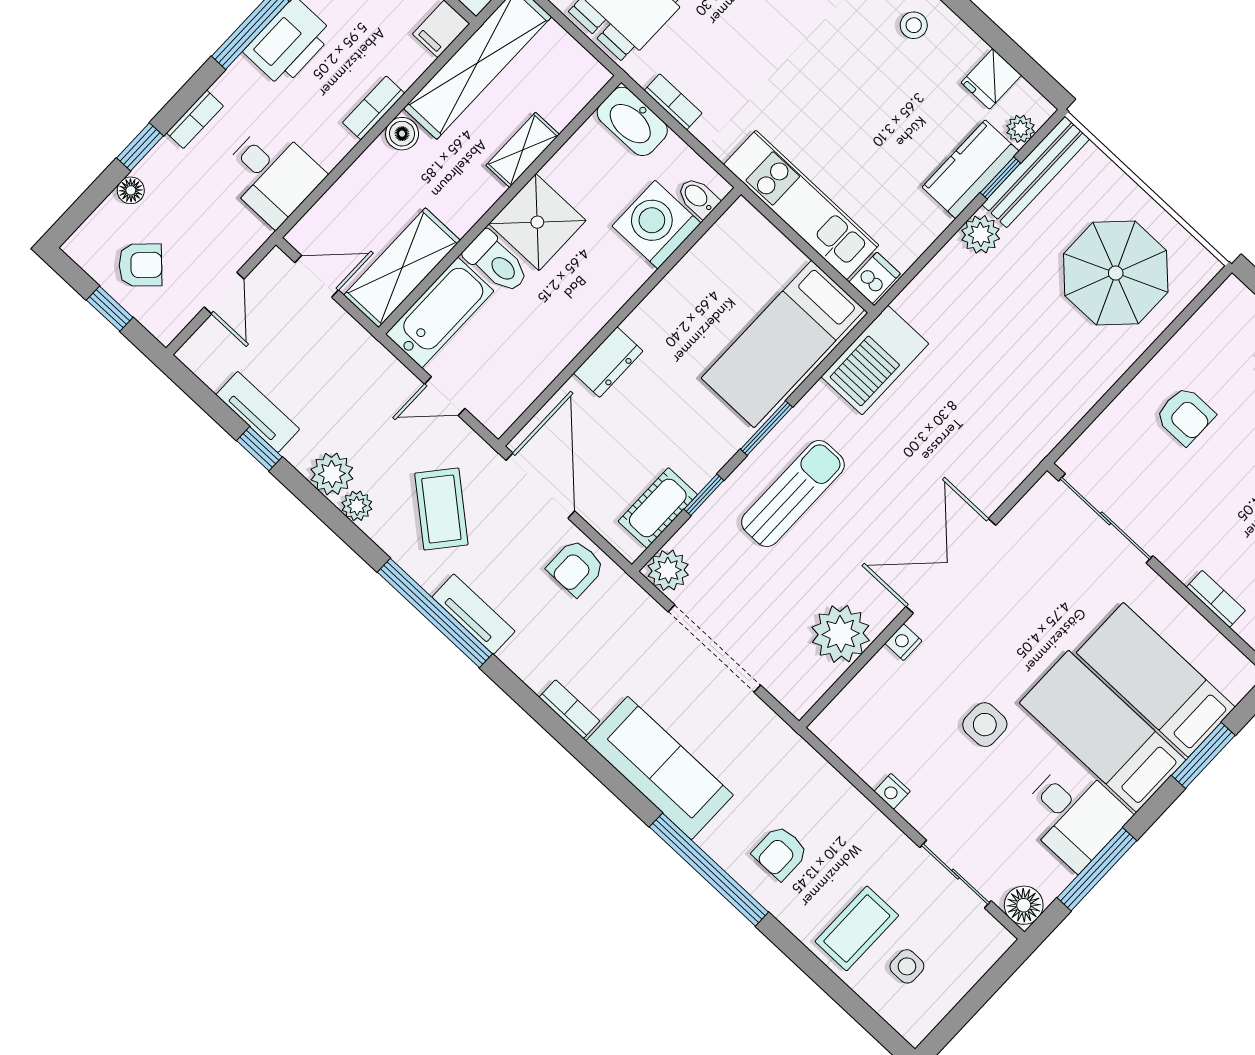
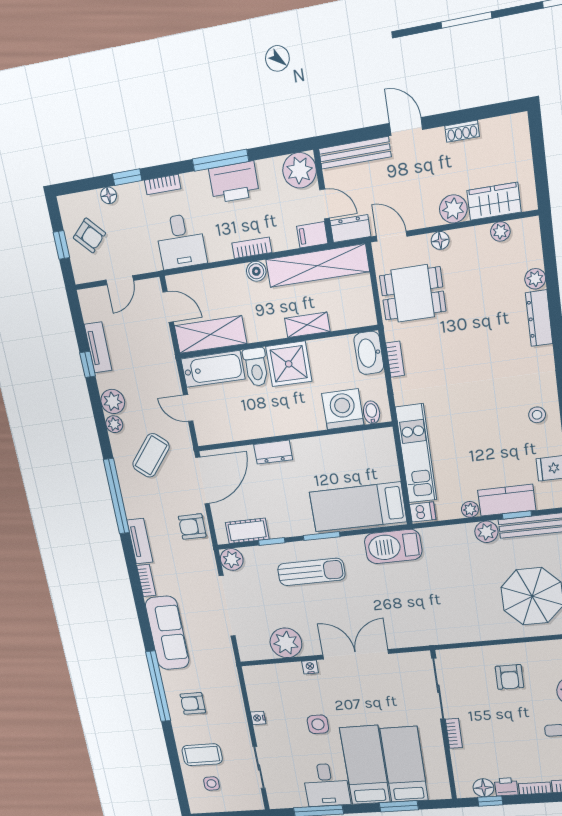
plant: (1021, 129) -> (470, 509), moved
bookcase: (1216, 599) -> (454, 733), moved
tv unit: (474, 614) -> (140, 541), moved
floor lamp: (1024, 905) -> (277, 800), removed

